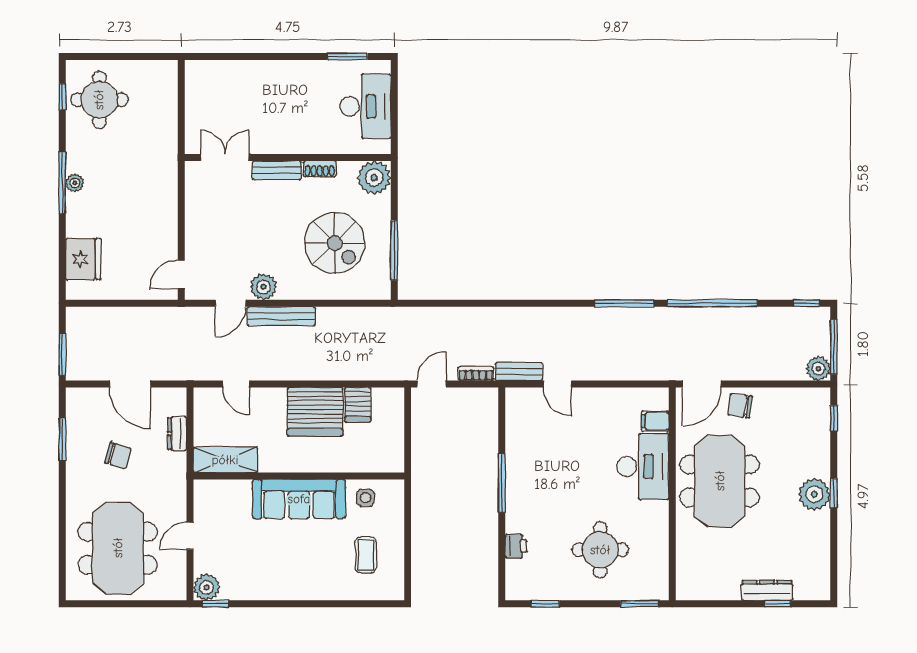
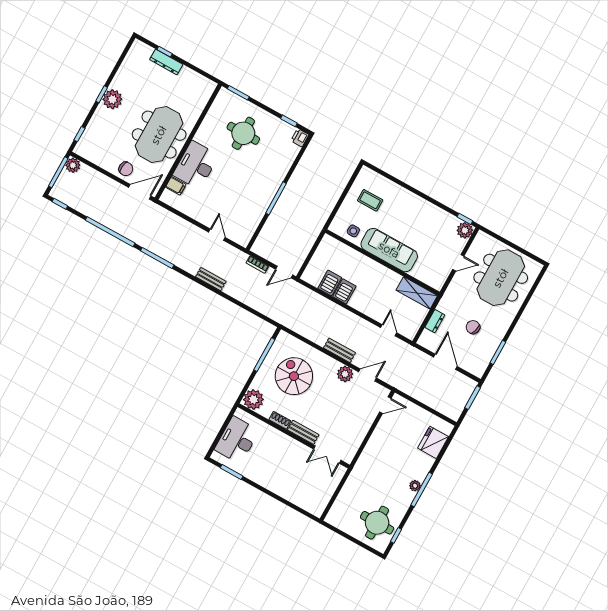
bench: (281, 316) -> (339, 350), width x0.73
bench: (519, 372) -> (211, 279), moved
server rack: (315, 412) -> (344, 291), width x0.46, depth x0.70
printer: (516, 546) -> (300, 138), moved
coffee table: (366, 555) -> (370, 200), turned 90

